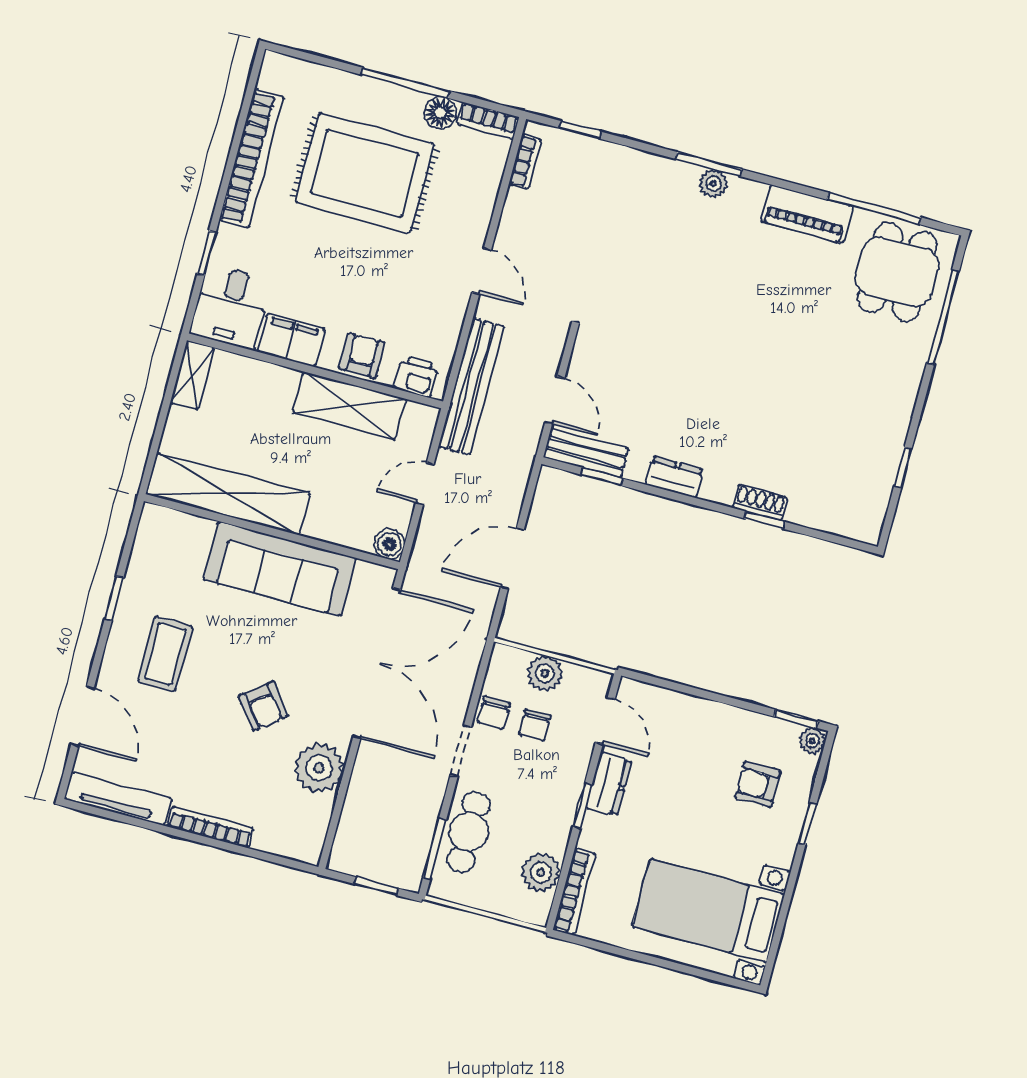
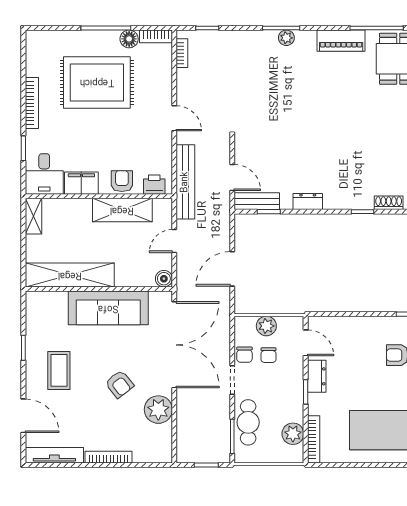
bookcase: (252, 158) -> (32, 103), width x0.68, depth x0.76
shoe rack: (760, 502) -> (389, 203), moved

